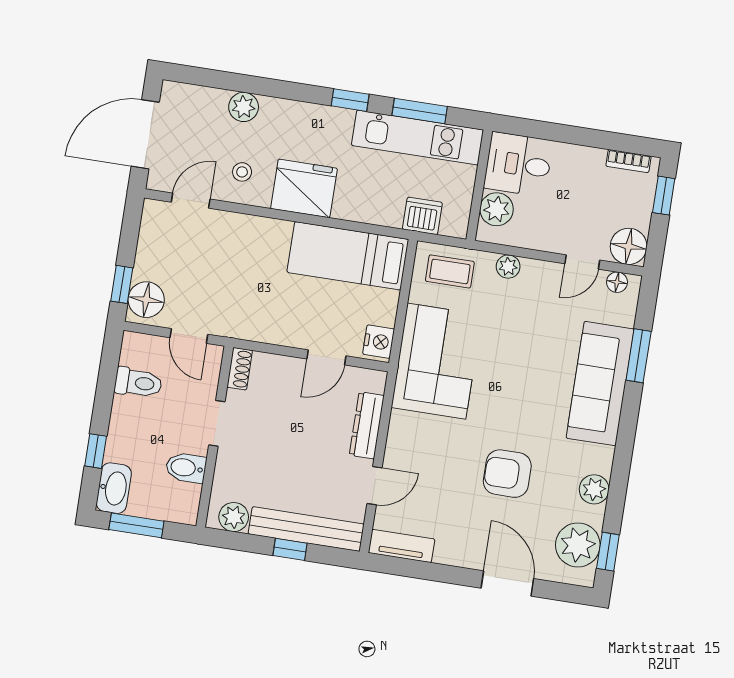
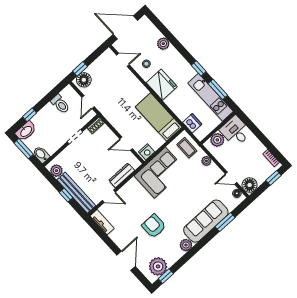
bidet: (186, 468) -> (41, 155), moved
plant: (594, 489) -> (186, 245), moved

